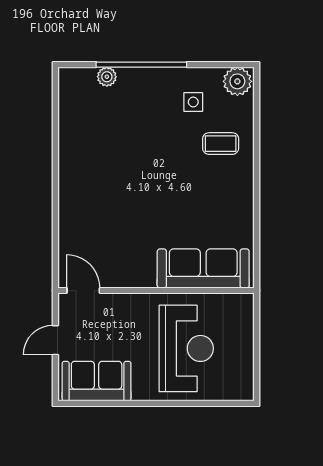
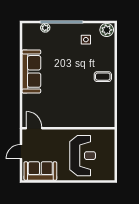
coffee table: (221, 144) -> (103, 77), moved
sofa: (203, 268) -> (31, 71), moved, turned 90

